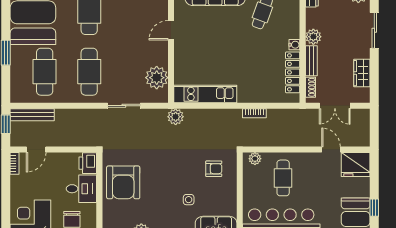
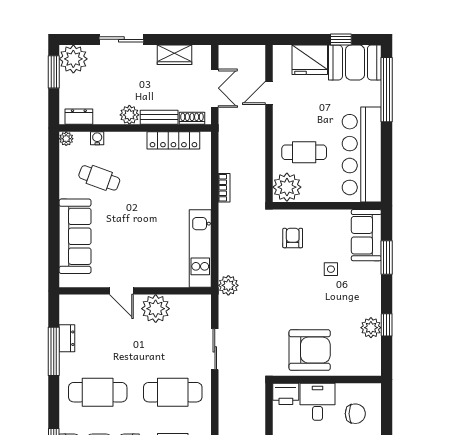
water cooler: (294, 45) -> (97, 138), moved
plant: (157, 78) -> (156, 309), moved
plant: (255, 159) -> (287, 187), width x1.88, depth x1.88
fridge: (356, 165) -> (310, 60), moved, turned 90

